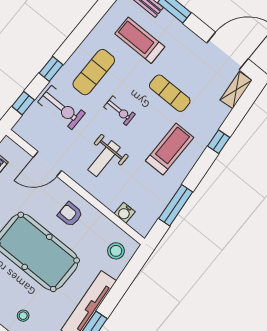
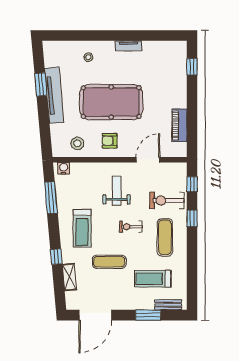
treadmill: (140, 40) -> (153, 279), turned 180
shelving: (236, 90) -> (69, 277), moved
water cooler: (125, 213) -> (64, 168), moved
armchair: (70, 214) -> (110, 141), turned 180
stool: (116, 251) -> (77, 143), moved

